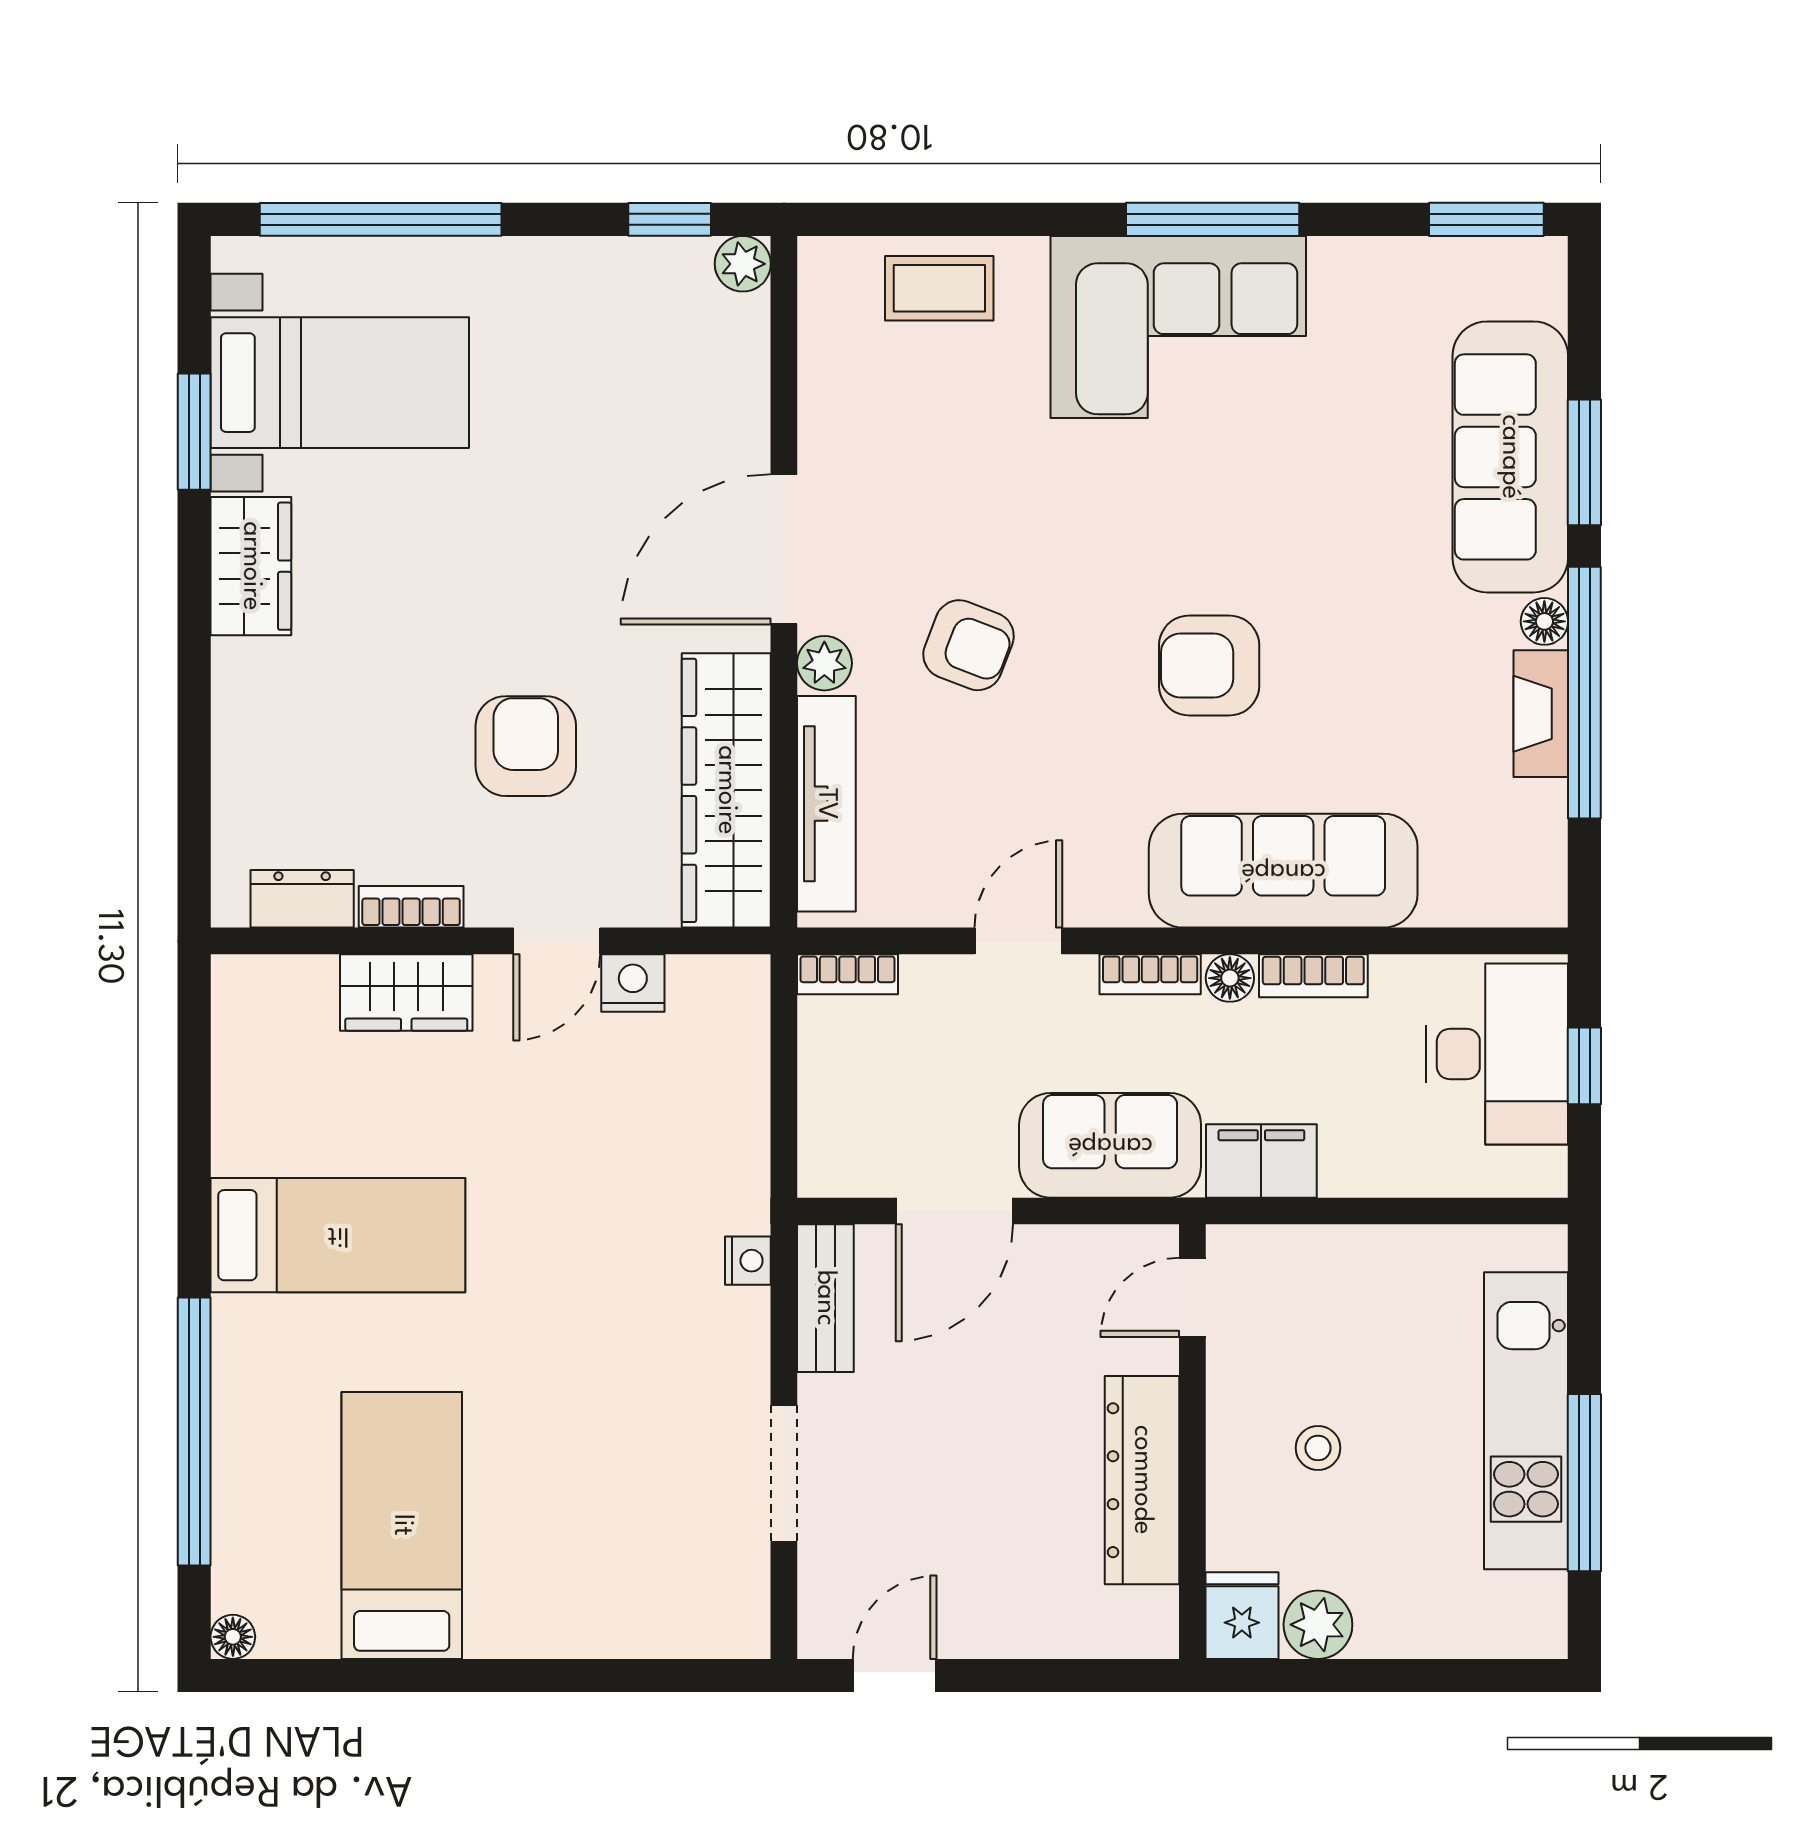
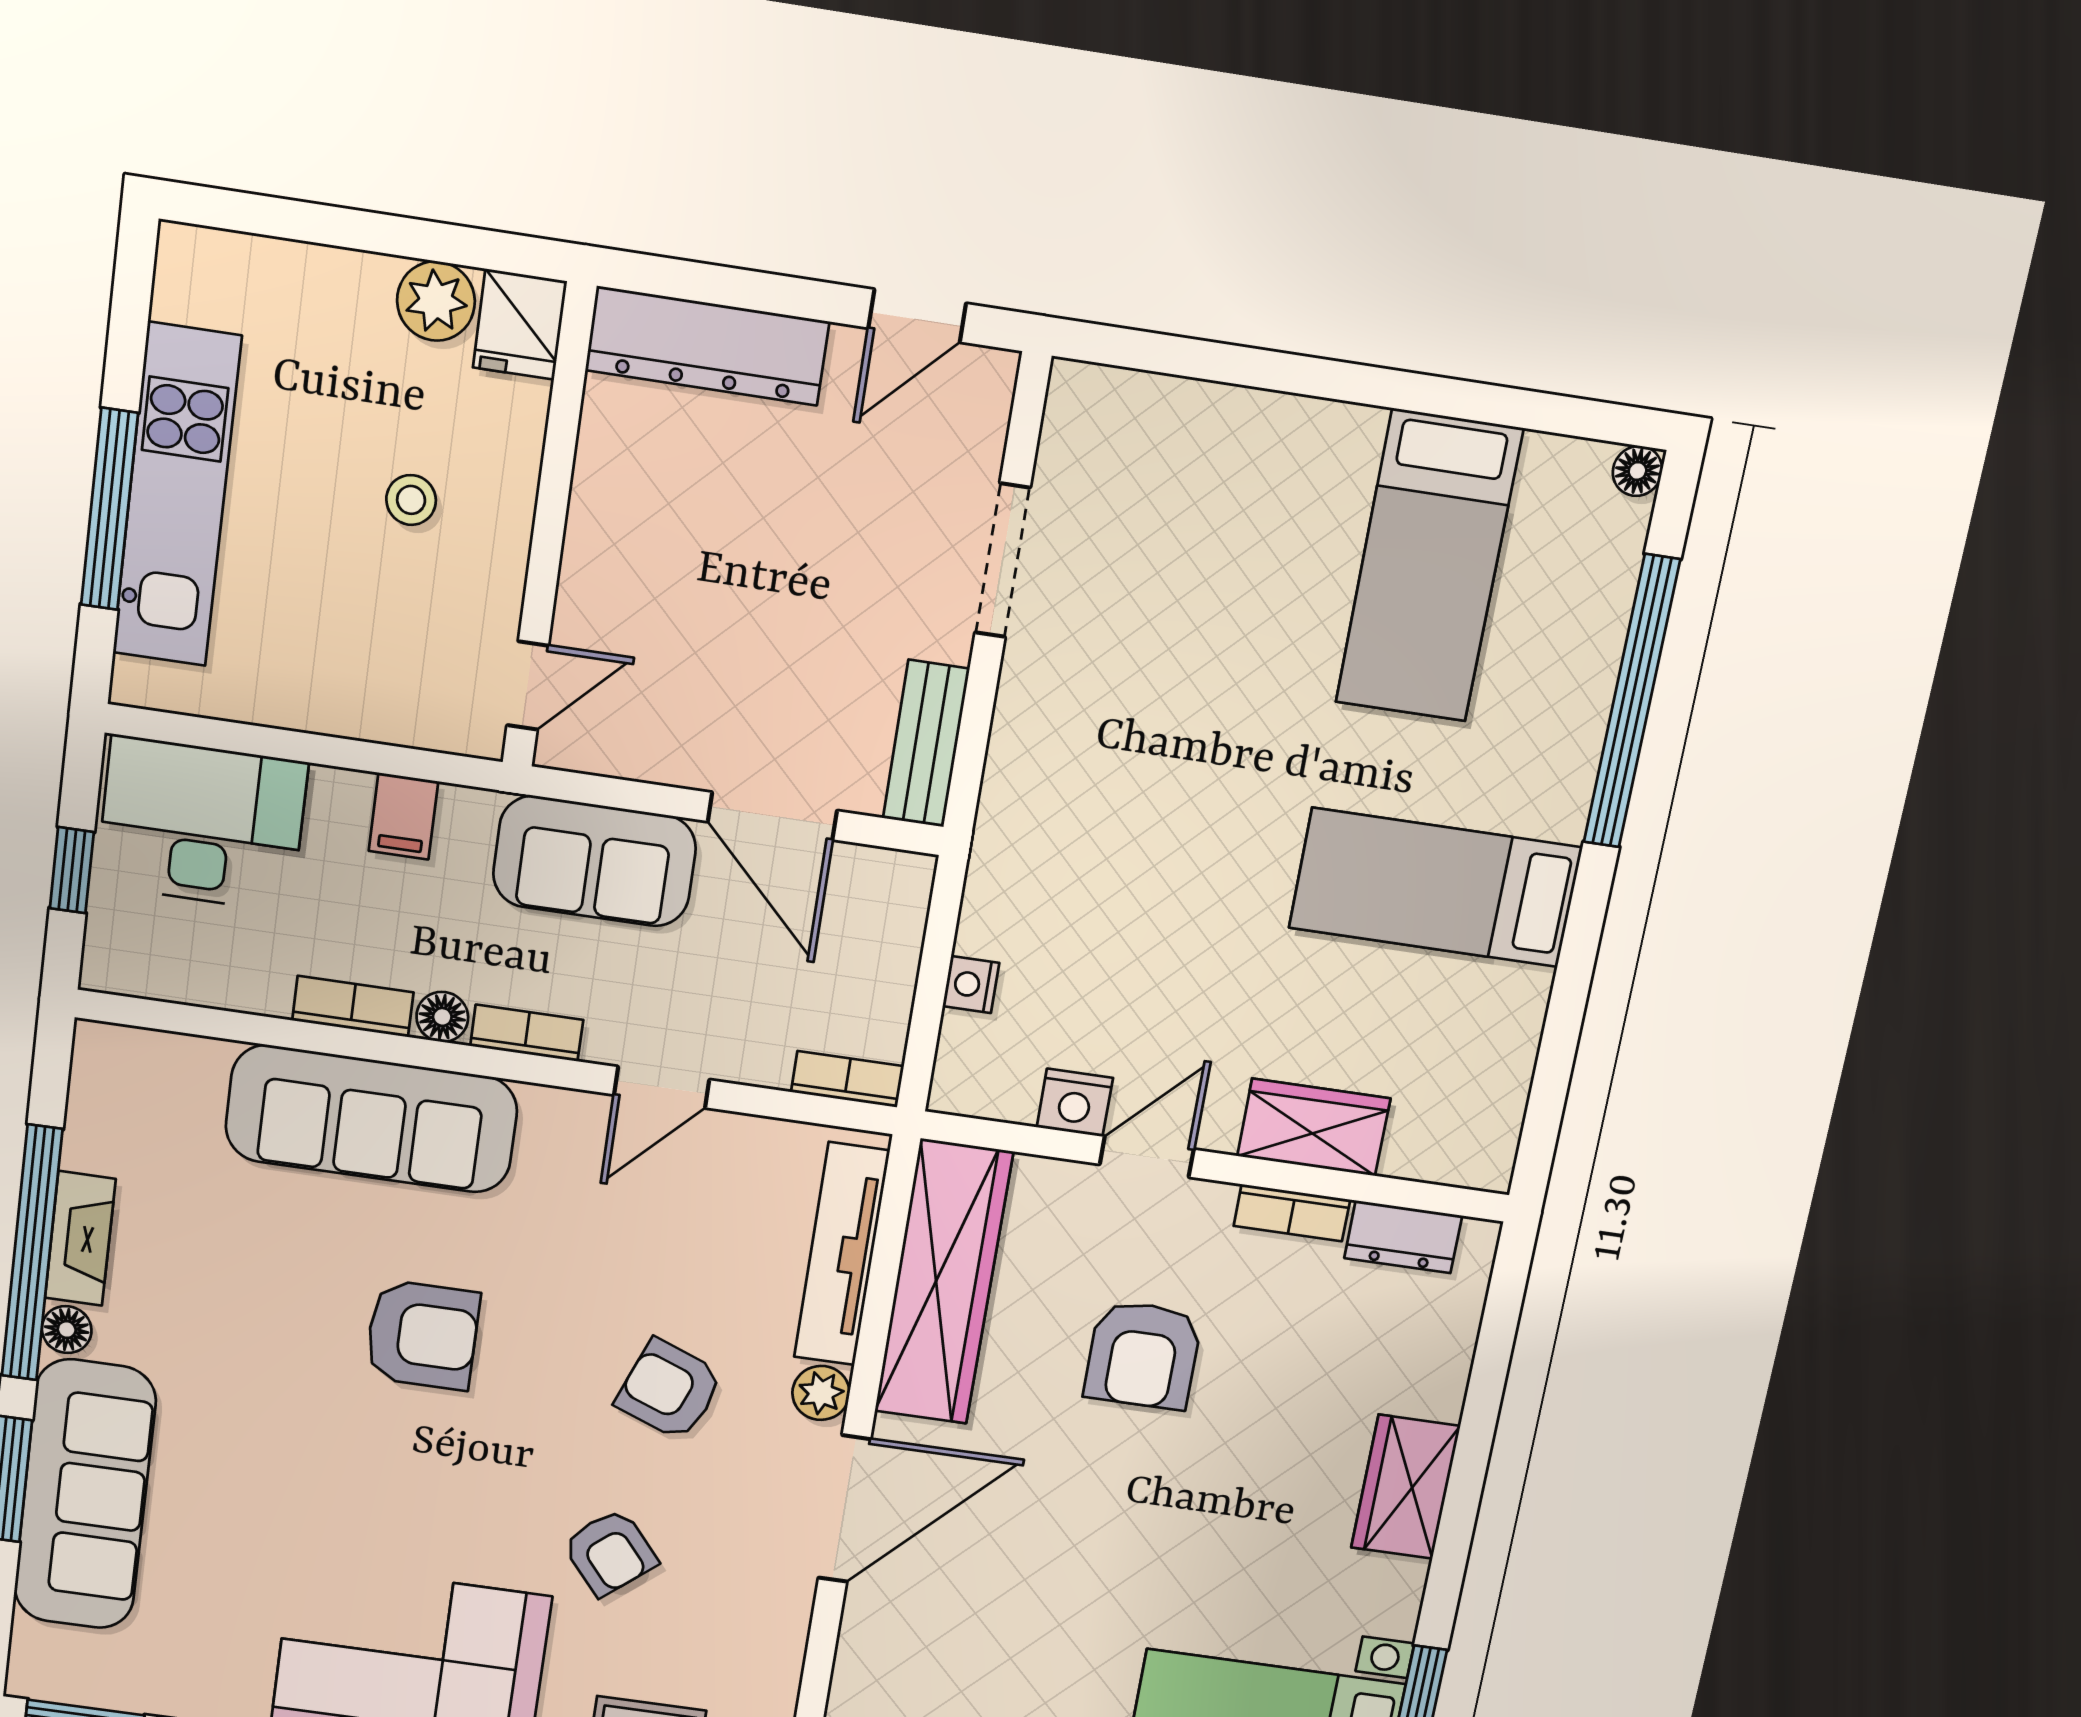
armchair: (1002, 472) -> (610, 1552), added
wardrobe: (251, 566) -> (1406, 1487), moved
desk: (1497, 1054) -> (202, 824), moved, turned 90
filing cabinet: (1261, 1161) -> (403, 816), width x0.50
door: (954, 1211) -> (772, 816), swing flipped
nightstand: (748, 1261) -> (971, 985), moved
dresser: (1142, 1480) -> (707, 346), moved, turned 90
window: (1584, 1483) -> (109, 509), moved

